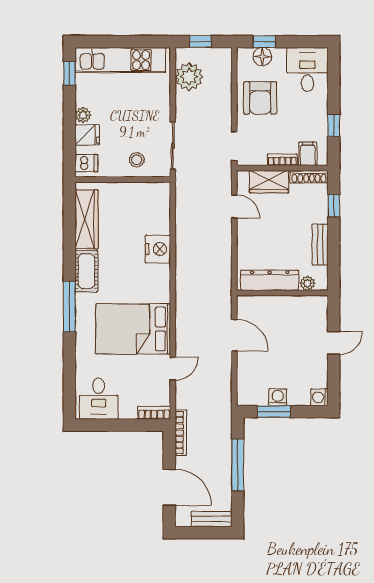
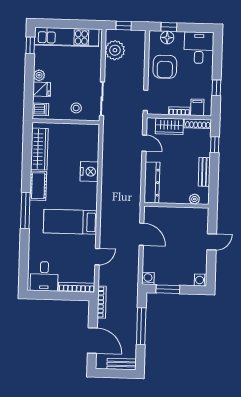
dresser: (270, 280) -> (152, 182), moved, turned 90
bed: (133, 329) -> (70, 222), width x0.67
washing machine: (278, 397) -> (148, 278), moved
bookcase: (154, 413) -> (77, 287), width x1.56

